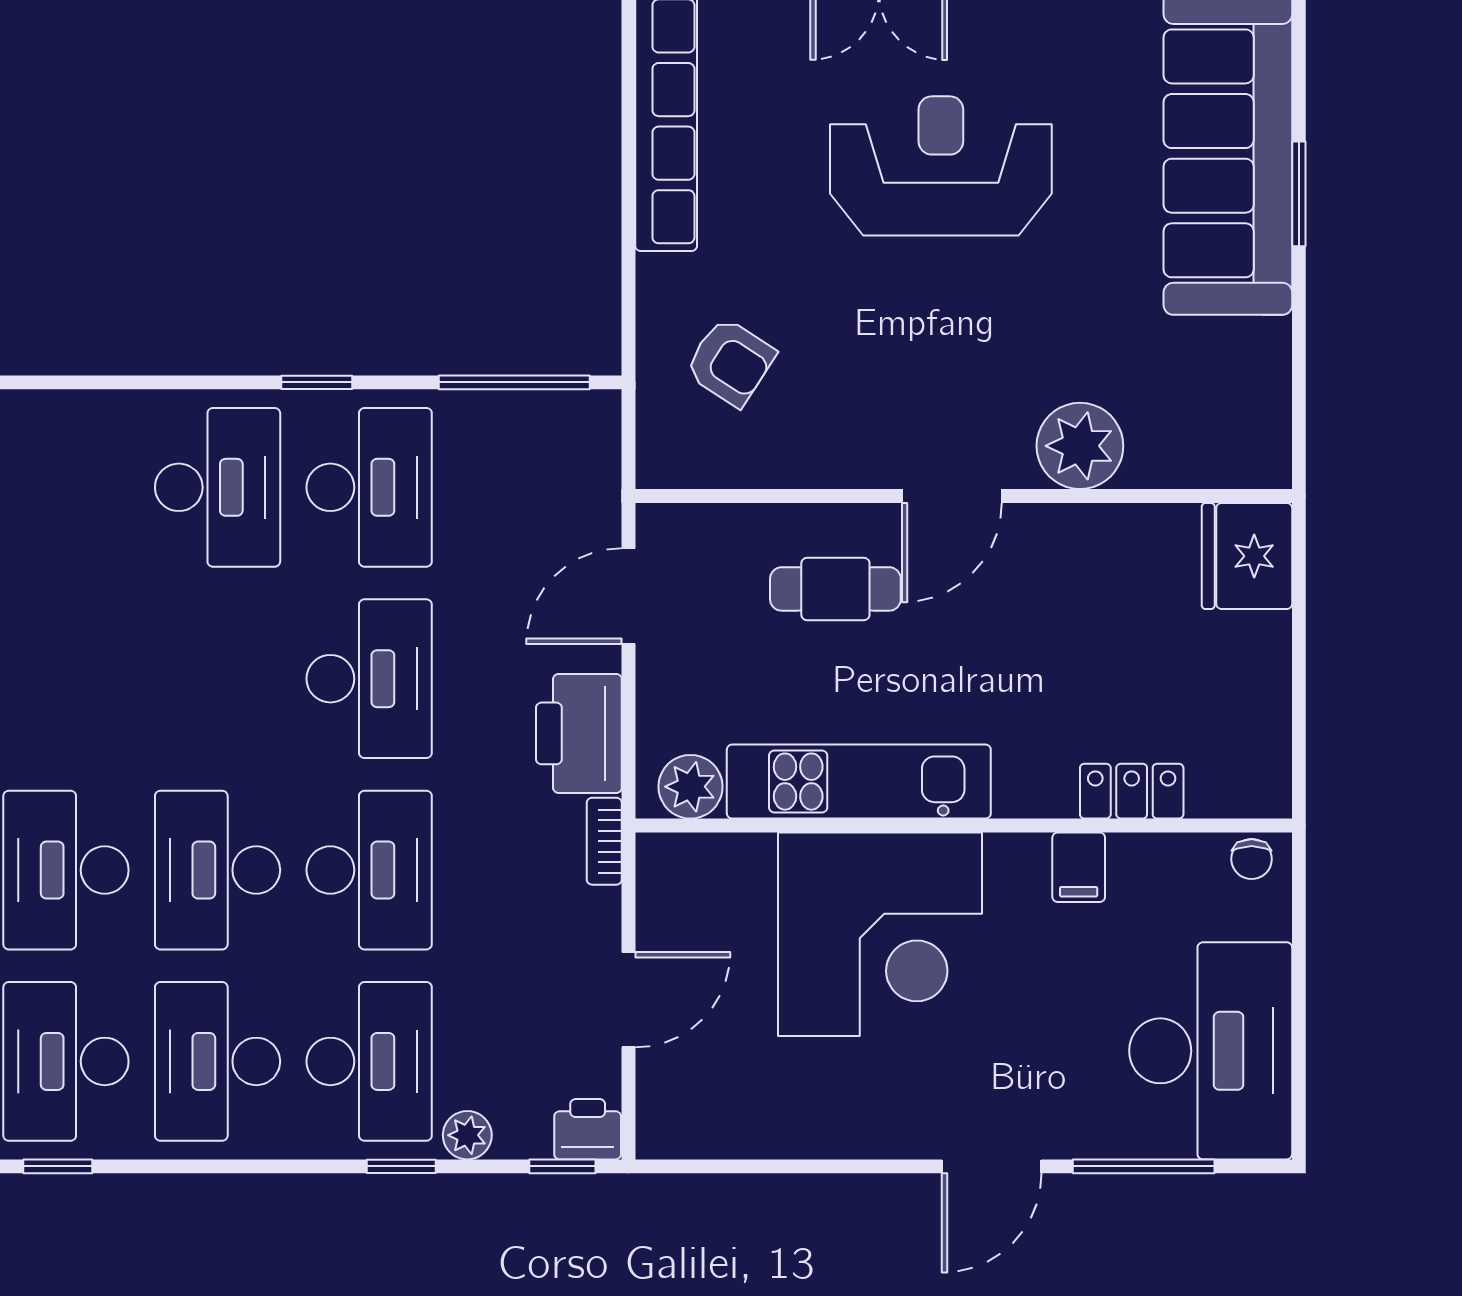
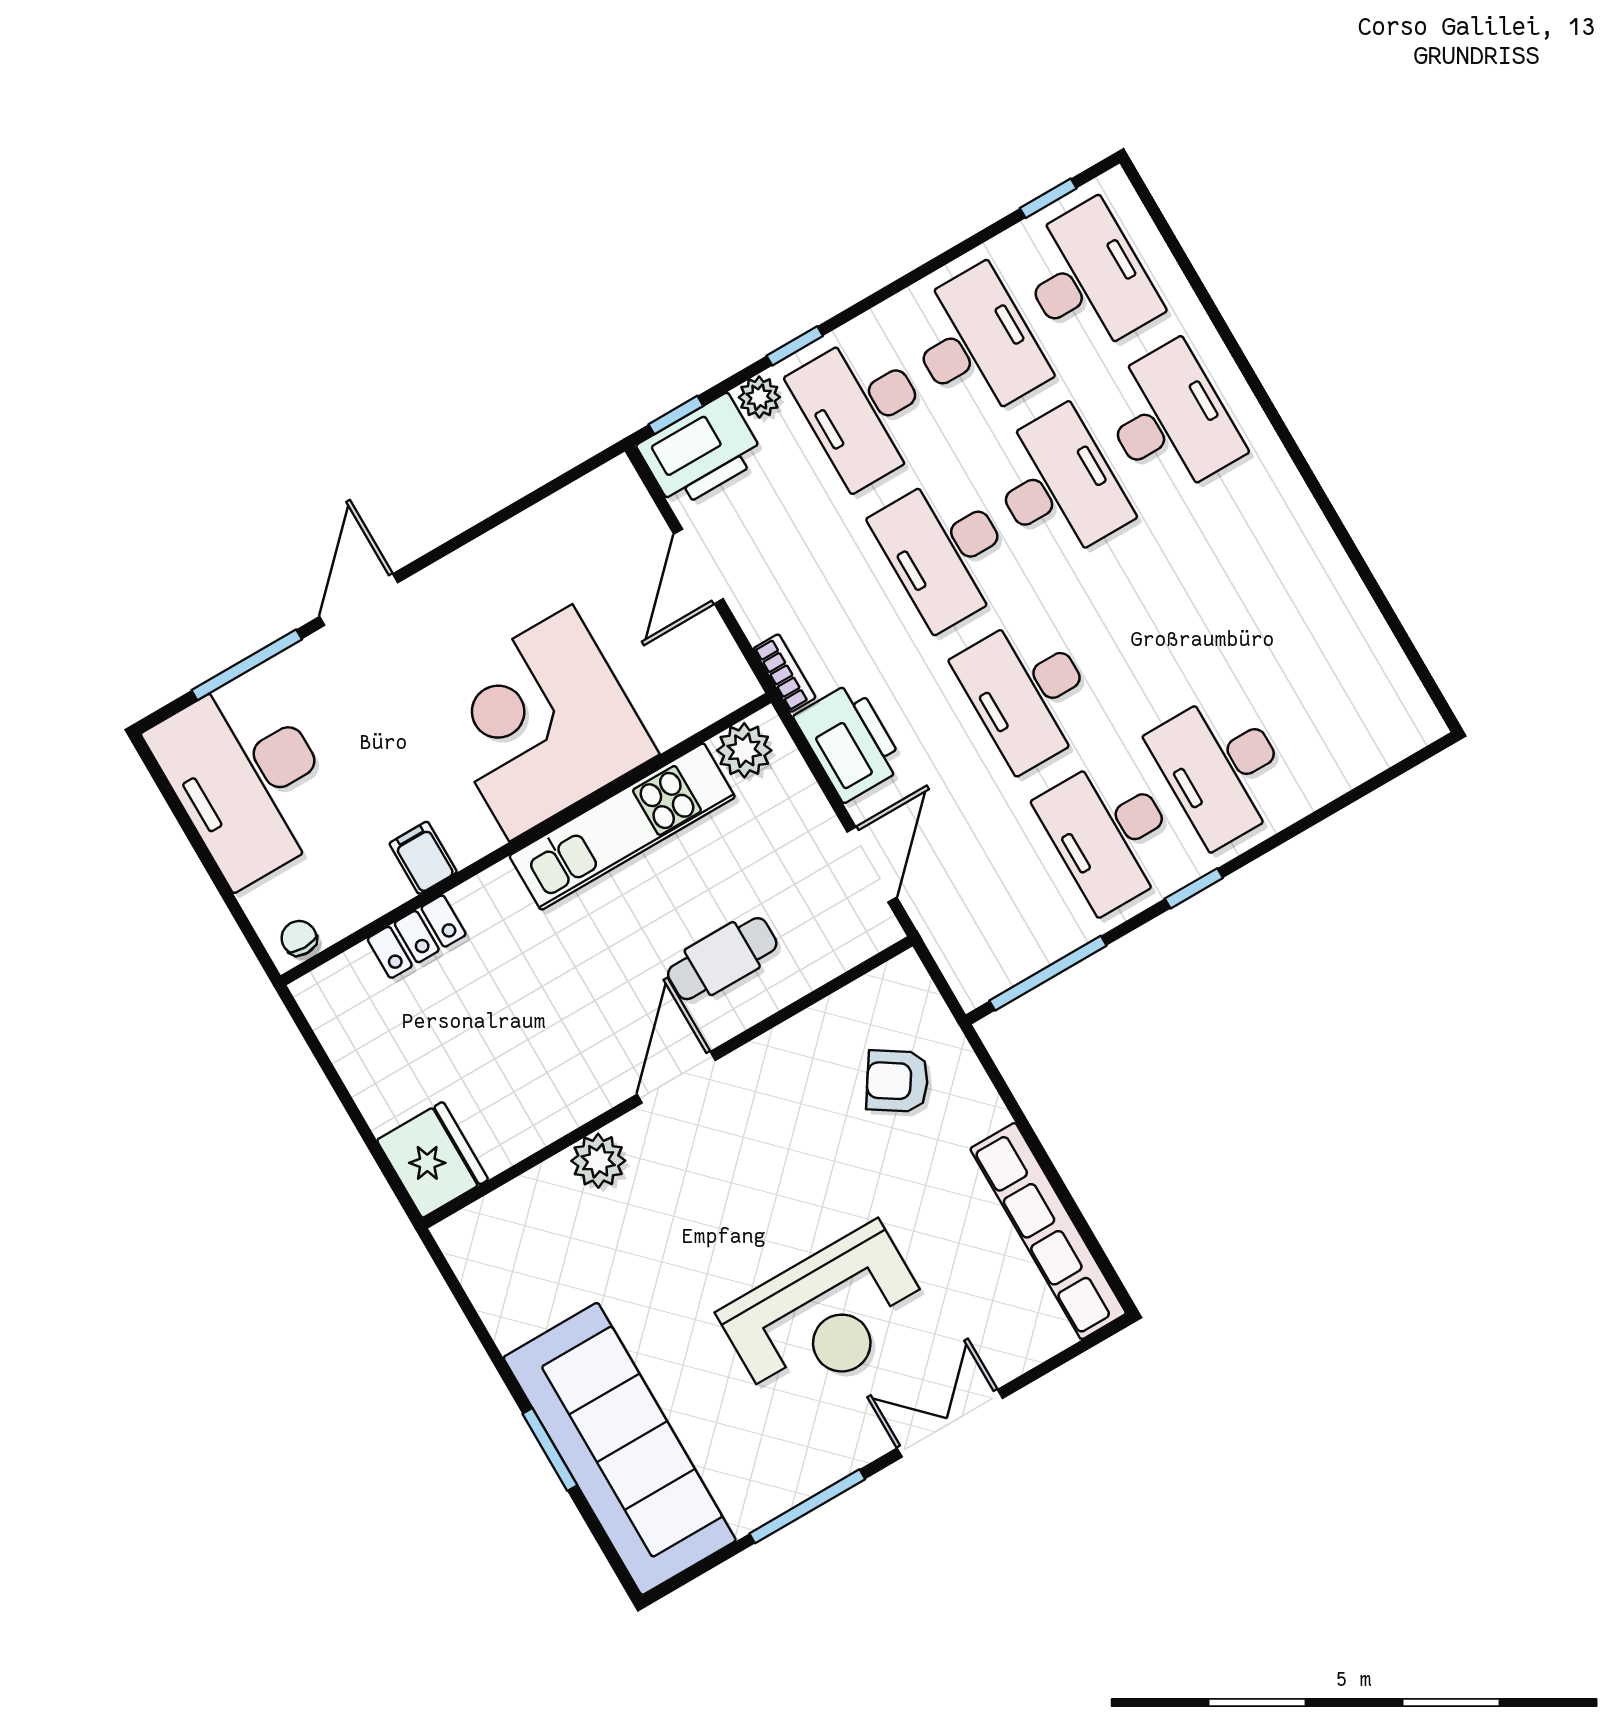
plant: (1080, 446) -> (598, 1161), width x0.73, depth x0.73
printer: (588, 1129) -> (701, 452), width x1.87, depth x1.48

